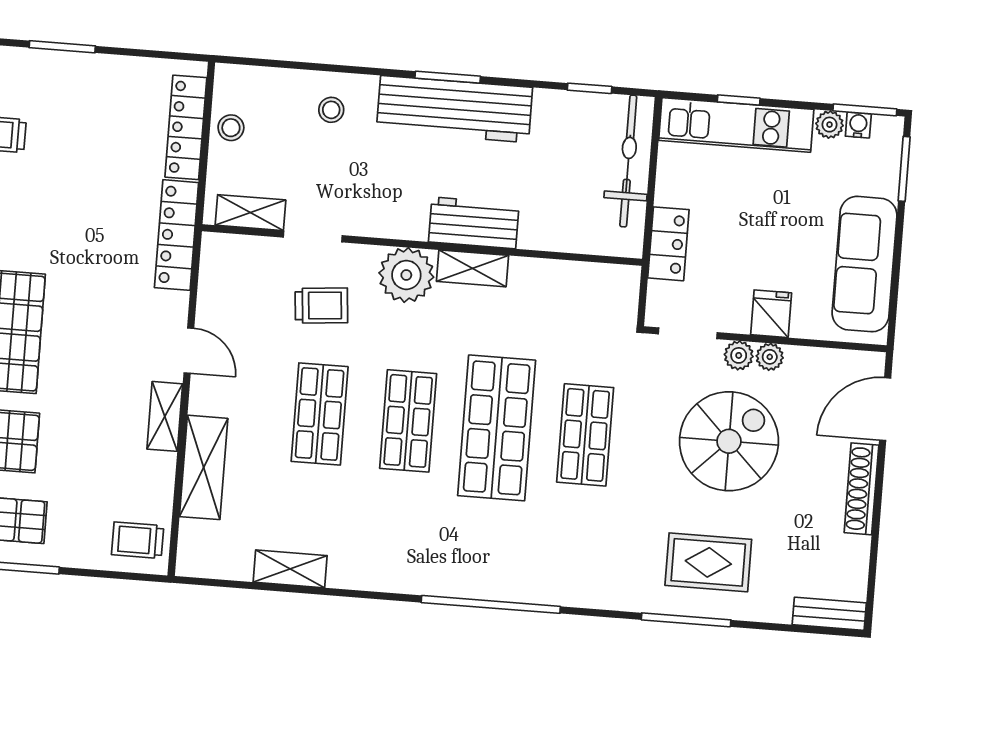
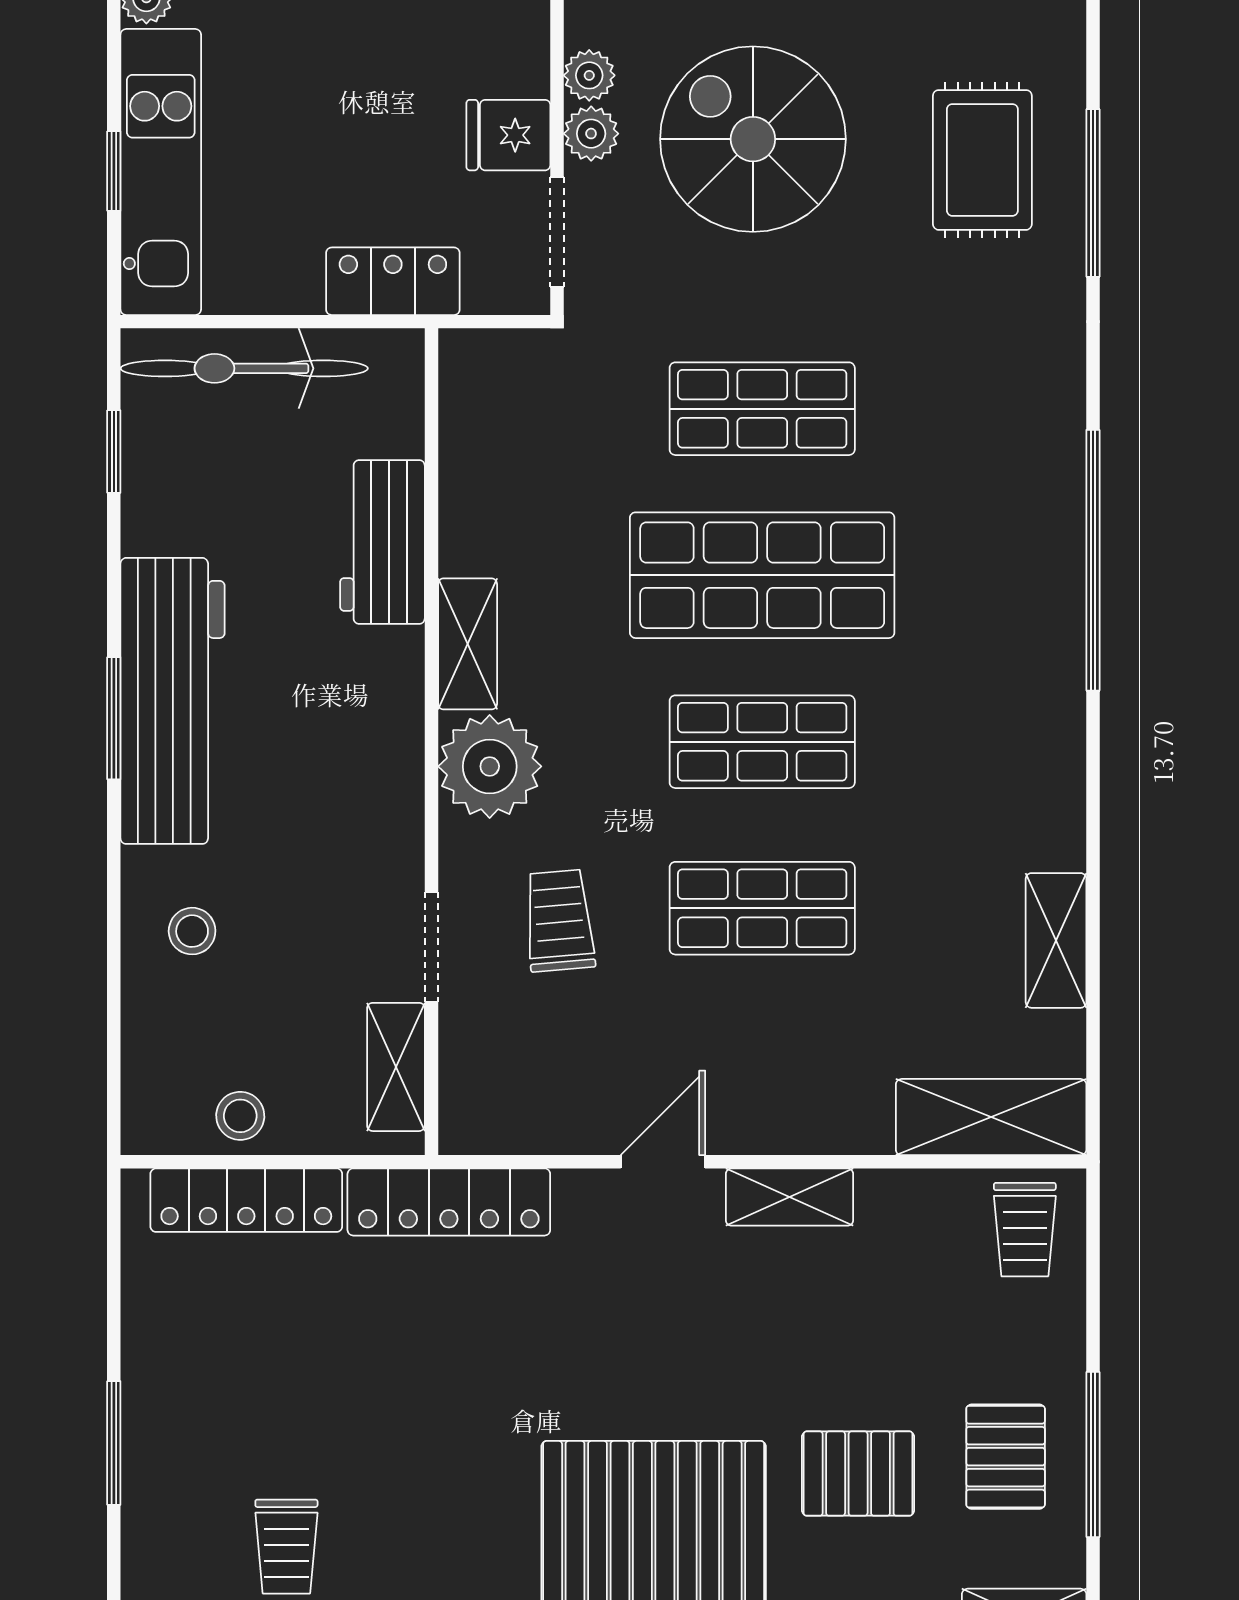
workbench: (474, 223) -> (382, 542), moved
fridge: (771, 314) -> (508, 135), moved
shelving: (204, 467) -> (991, 1117), moved

